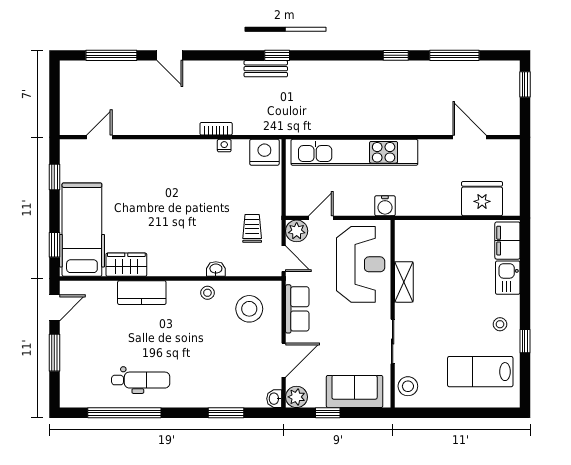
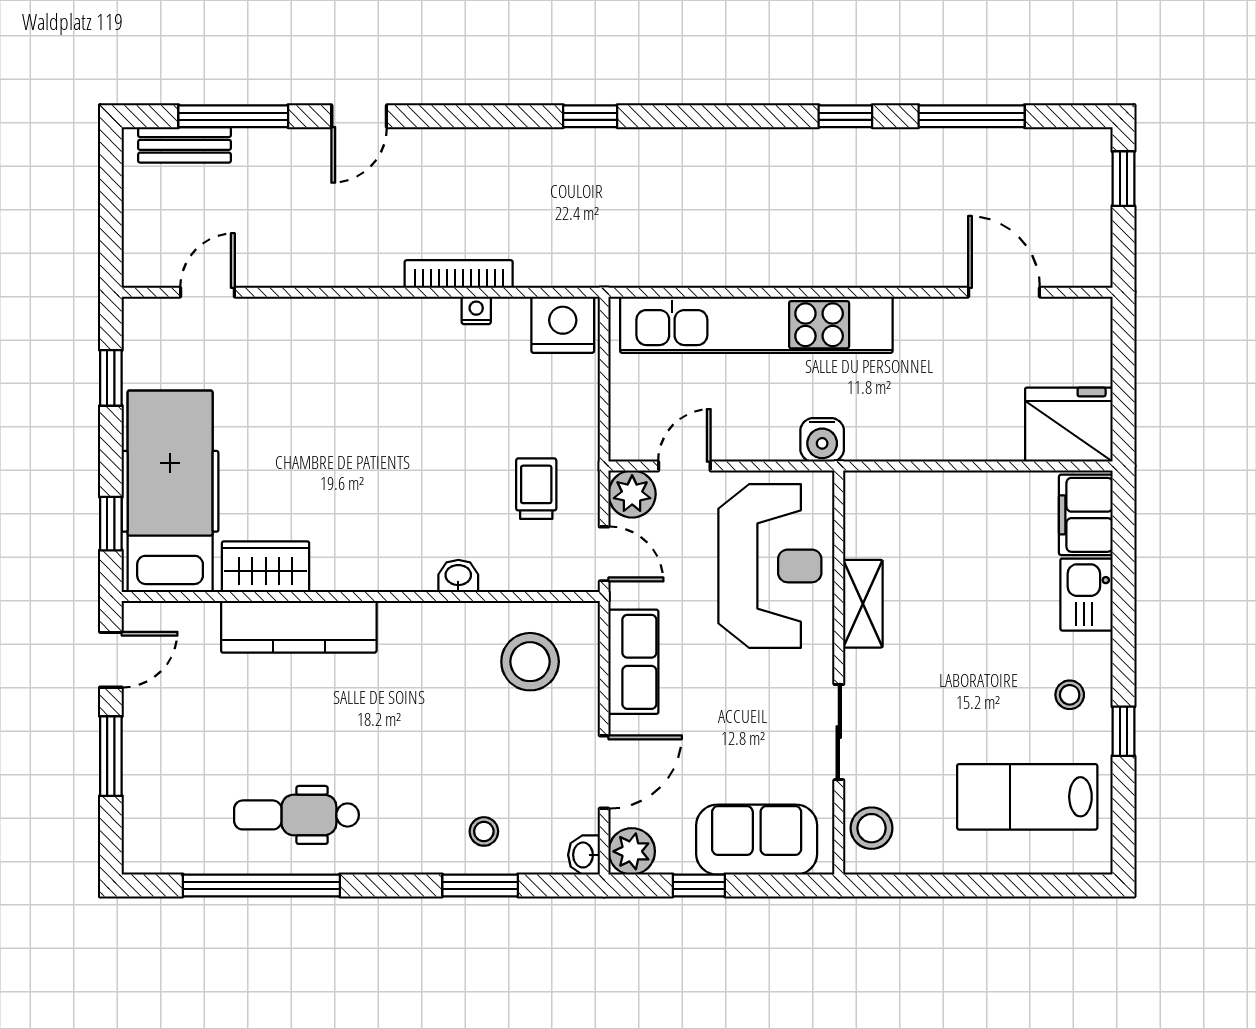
door: (170, 55) -> (359, 116), hinge flipped
bench: (266, 69) -> (184, 145), moved
bookcase: (216, 129) -> (459, 274), width x1.56
fridge: (482, 199) -> (1069, 425), moved
kitchen counter: (142, 293) -> (299, 627), width x1.50
stool: (207, 293) -> (484, 831), moved
dental chair: (141, 380) -> (296, 815), turned 180

